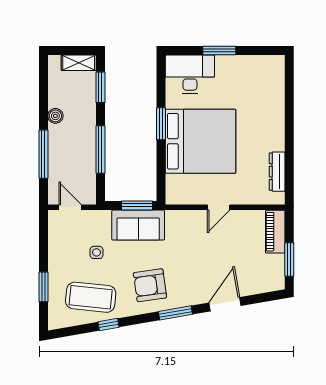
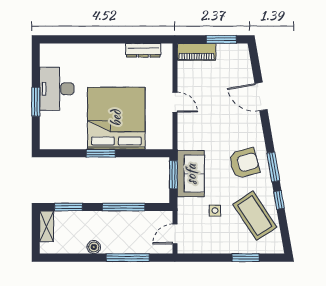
desk: (190, 74) -> (57, 89), moved
armchair: (150, 285) -> (244, 163), turned -97
coffee table: (91, 297) -> (255, 216), turned -39
window: (175, 313) -> (273, 167), moved

